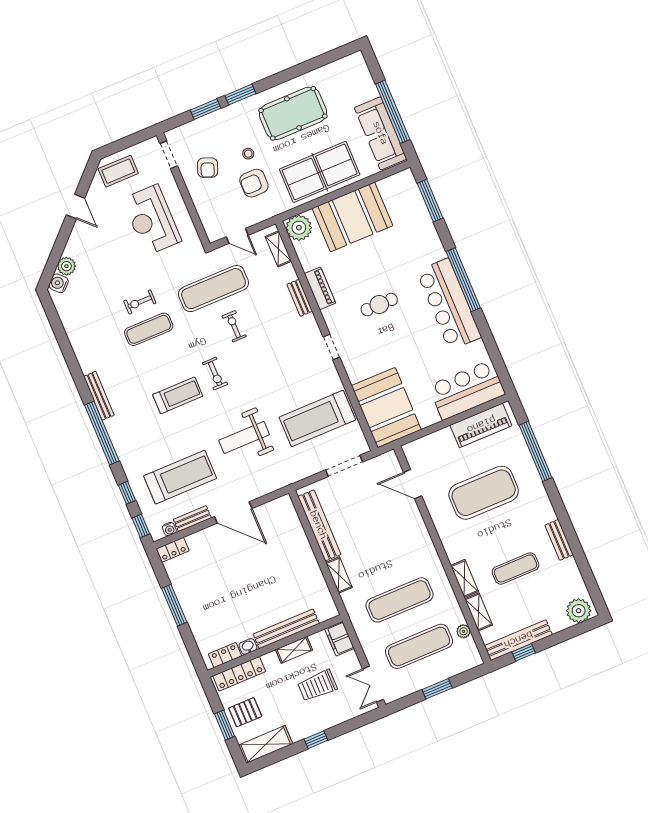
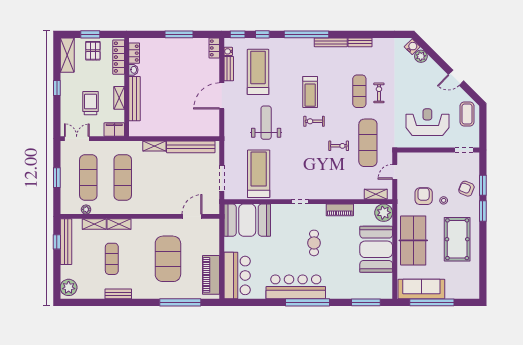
armchair: (208, 168) -> (466, 189), moved
bench: (300, 298) -> (360, 42), moved
treadmill: (180, 477) -> (258, 72), turned 180

